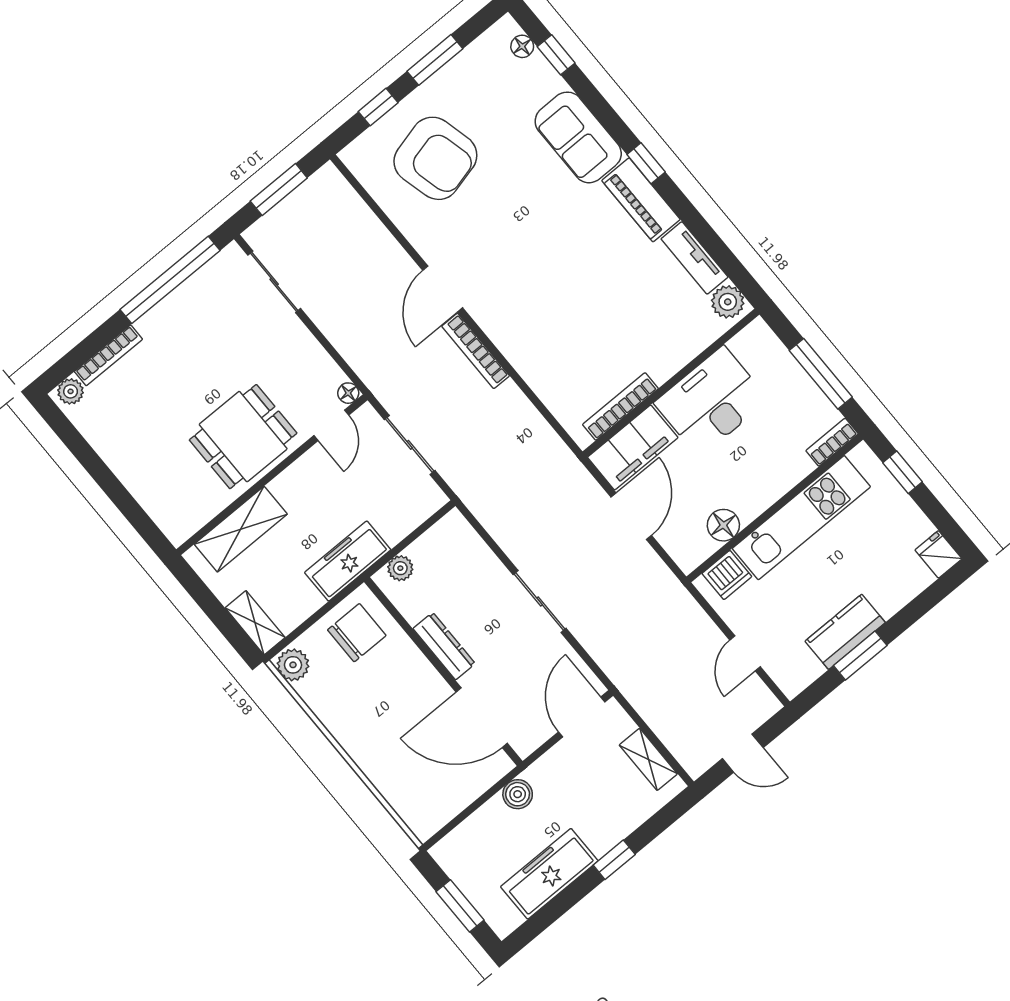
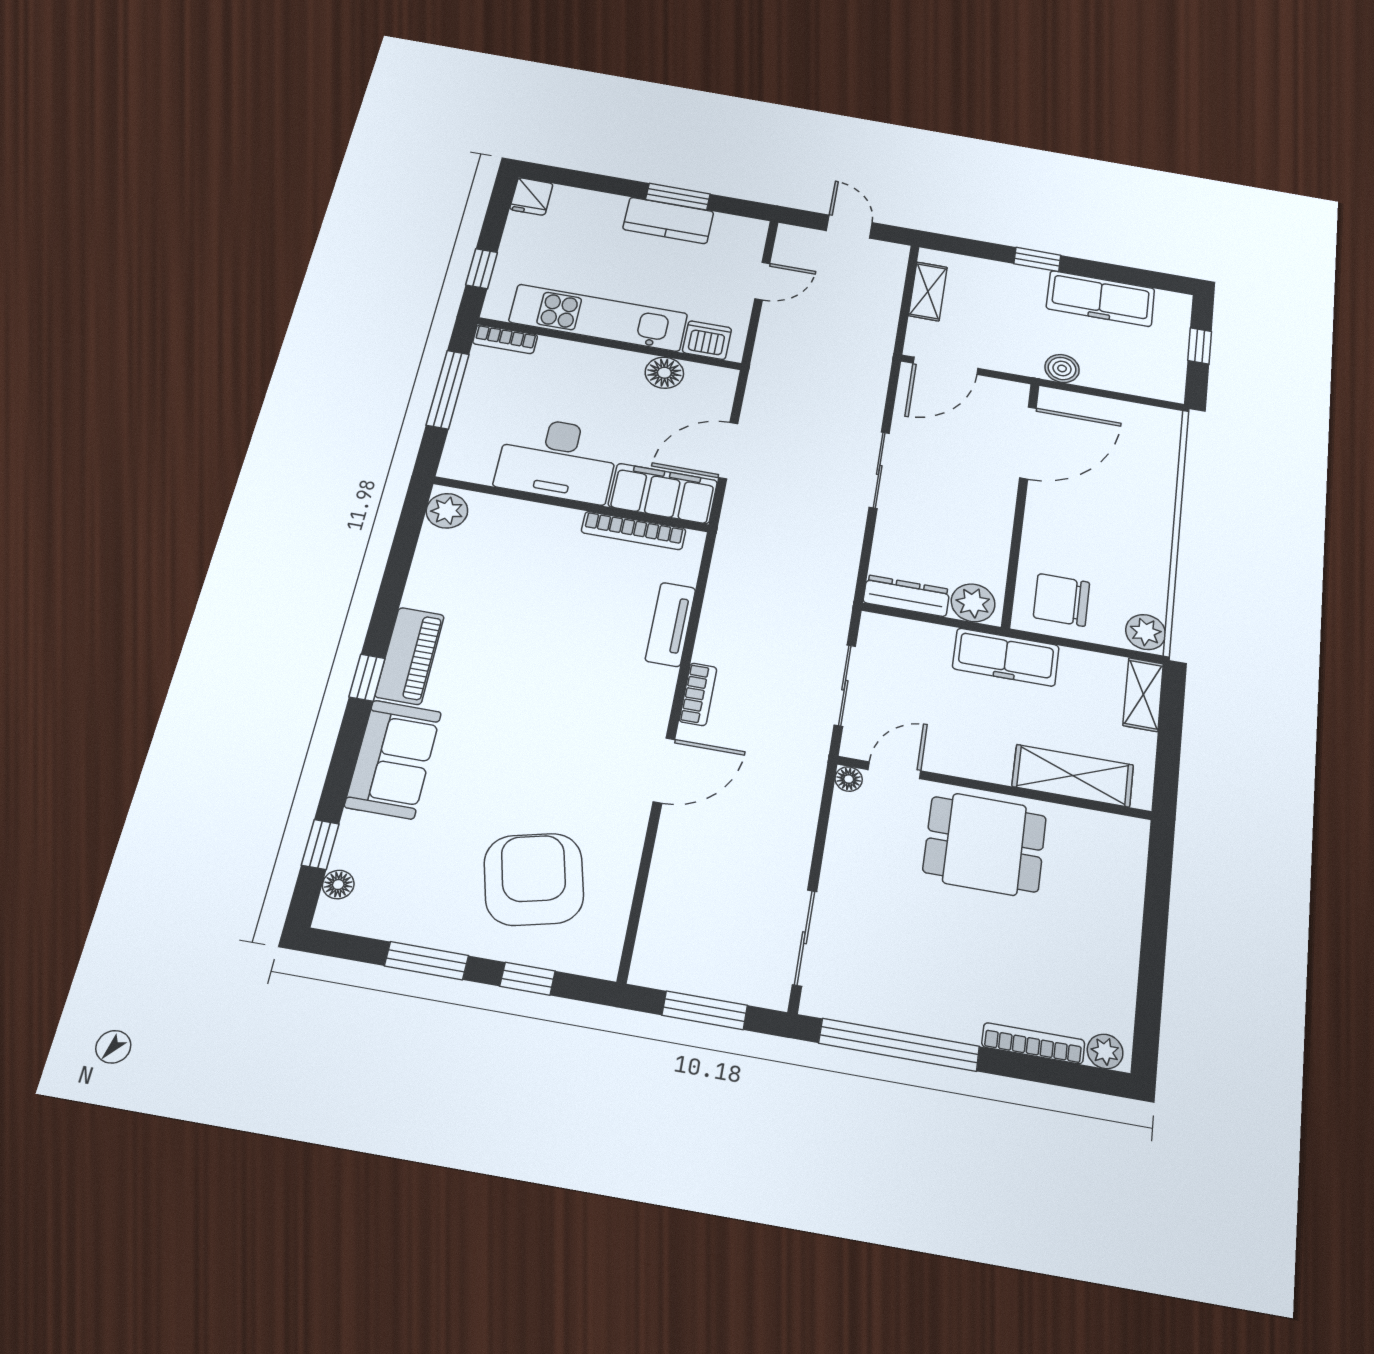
tv unit: (695, 258) -> (670, 624), moved, turned 180
bookcase: (476, 351) -> (698, 694), width x0.64
plant: (400, 568) -> (973, 603), width x1.38, depth x1.38
dresser: (444, 646) -> (906, 596), moved, turned 90
door: (482, 718) -> (1028, 443), hinge flipped
window: (460, 906) -> (1200, 346), width x0.67

